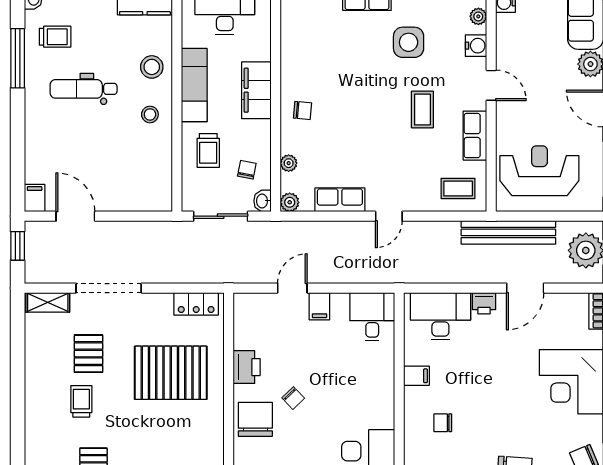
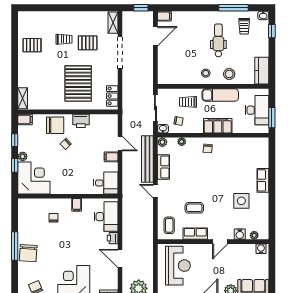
coffee table: (422, 110) -> (194, 208), moved
bench: (508, 232) -> (147, 159), moved

